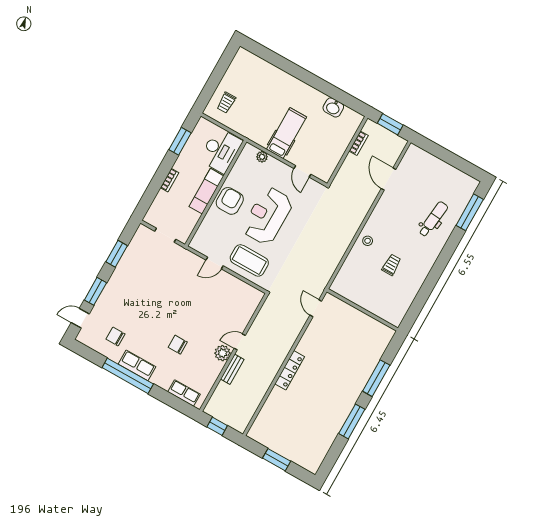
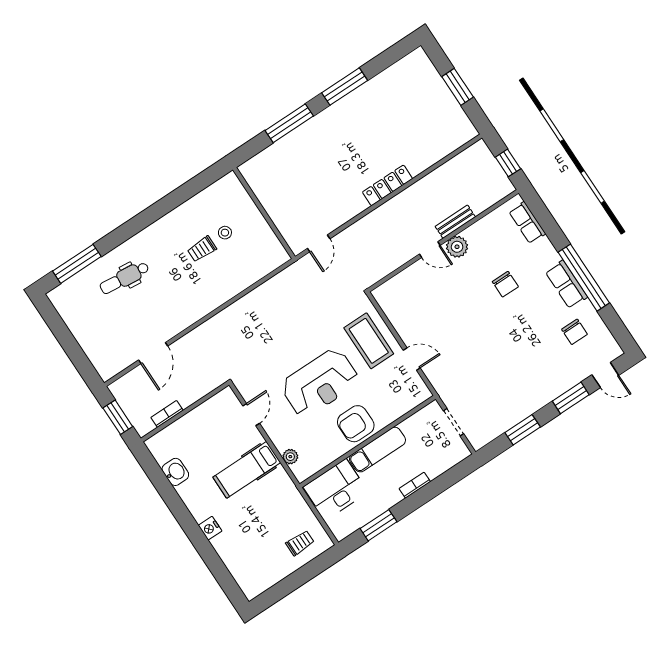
nightstand: (291, 82) -> (210, 528), added
stool: (368, 241) -> (225, 233), moved

